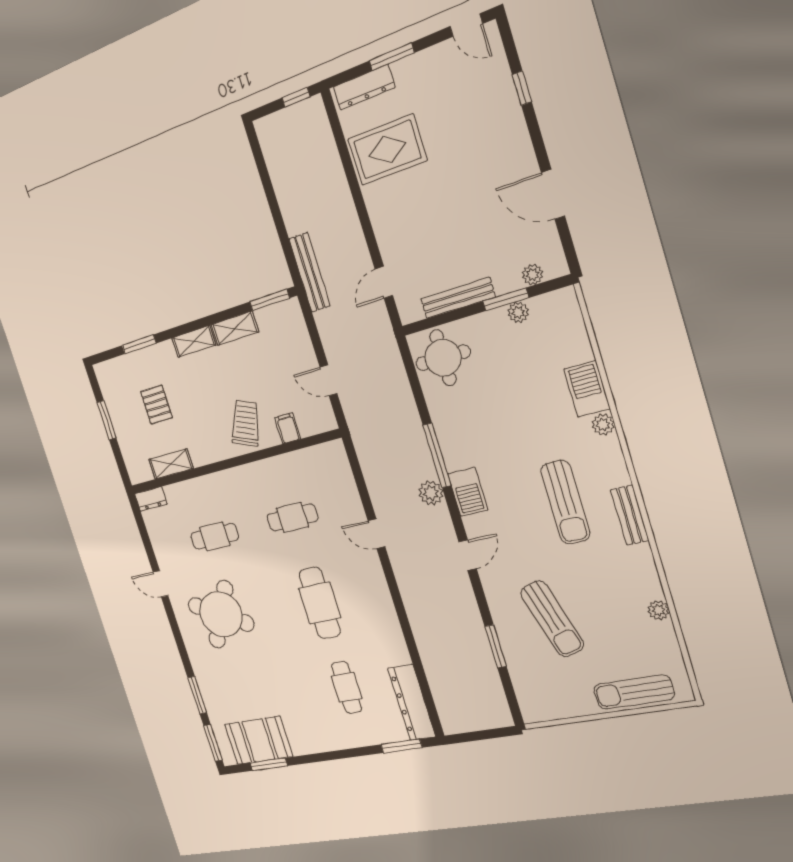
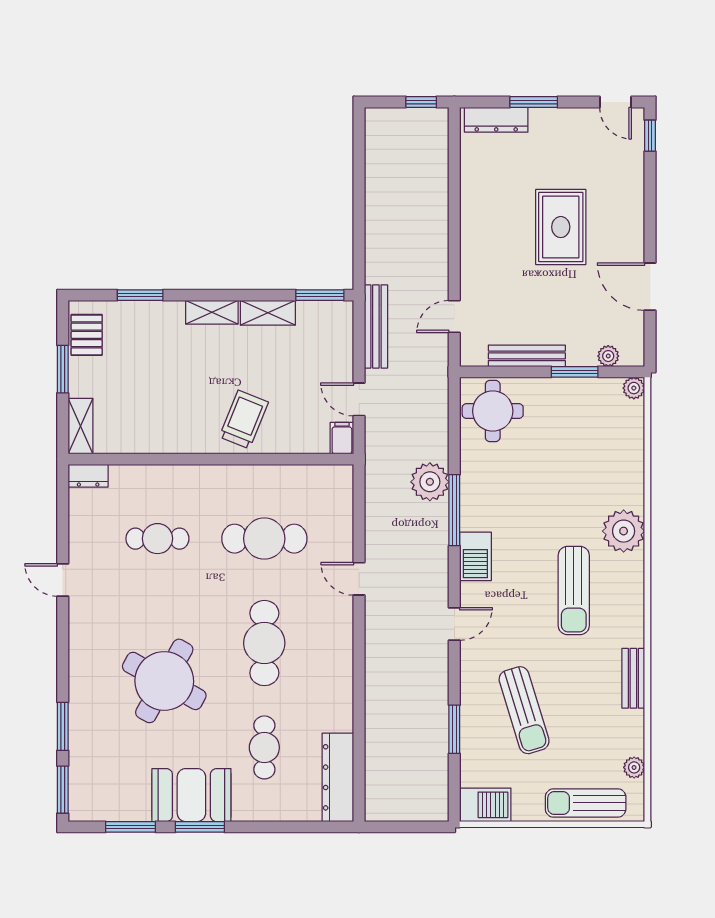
window: (522, 88) -> (650, 136), moved
rug: (387, 150) -> (561, 227), moved, turned 90
bench: (310, 272) -> (376, 326), moved
plant: (518, 312) -> (634, 388), moved
barbecue: (587, 389) -> (485, 805), moved, turned 90
pallet: (156, 405) -> (87, 335), moved
plant: (603, 424) -> (624, 531), width x1.87, depth x1.87
filing cabinet: (288, 428) -> (342, 438), moved
shelving: (171, 464) -> (80, 426), moved, turned 90
plant: (431, 493) -> (430, 482), moved, width x1.36, depth x1.36
bench: (630, 515) -> (633, 678), moved
cafe table: (292, 518) -> (264, 539), width x1.37, depth x1.35
plant: (658, 610) -> (634, 767), moved
round table: (221, 614) -> (164, 681), moved
booth: (258, 740) -> (191, 795), moved
window: (401, 746) -> (200, 827), moved

